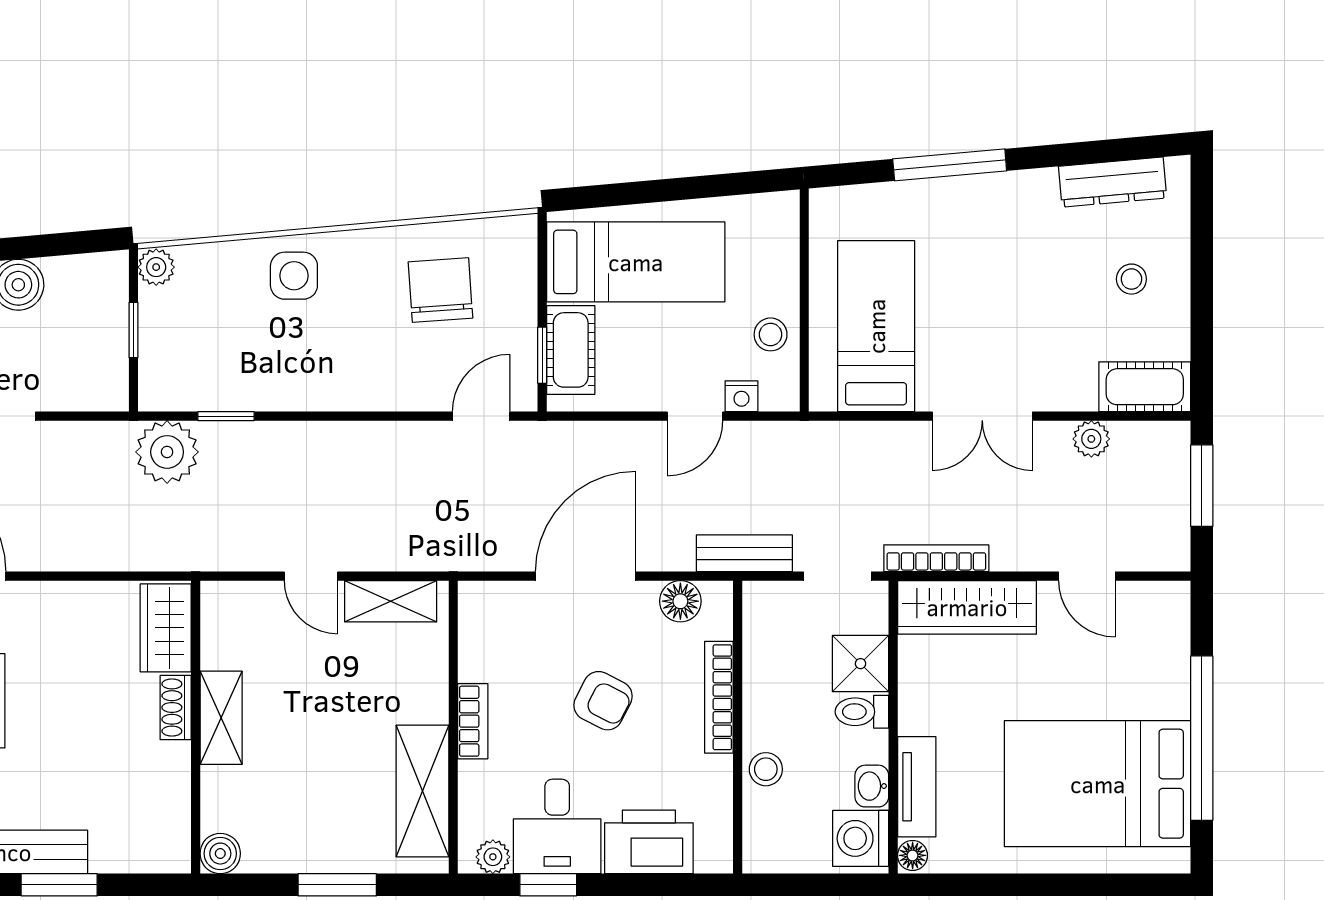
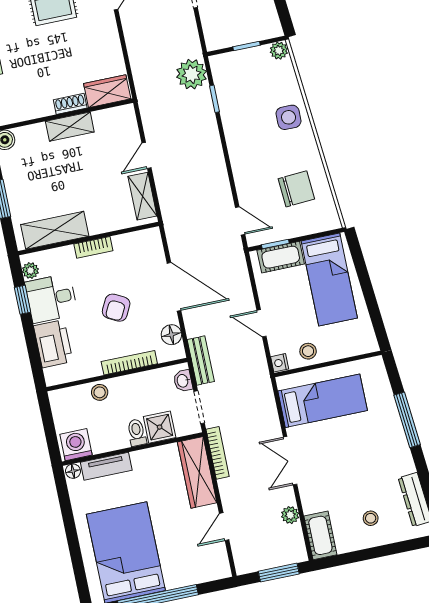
nightstand: (741, 396) -> (280, 363), moved
washbasin: (872, 786) -> (183, 381), moved, turned -90

